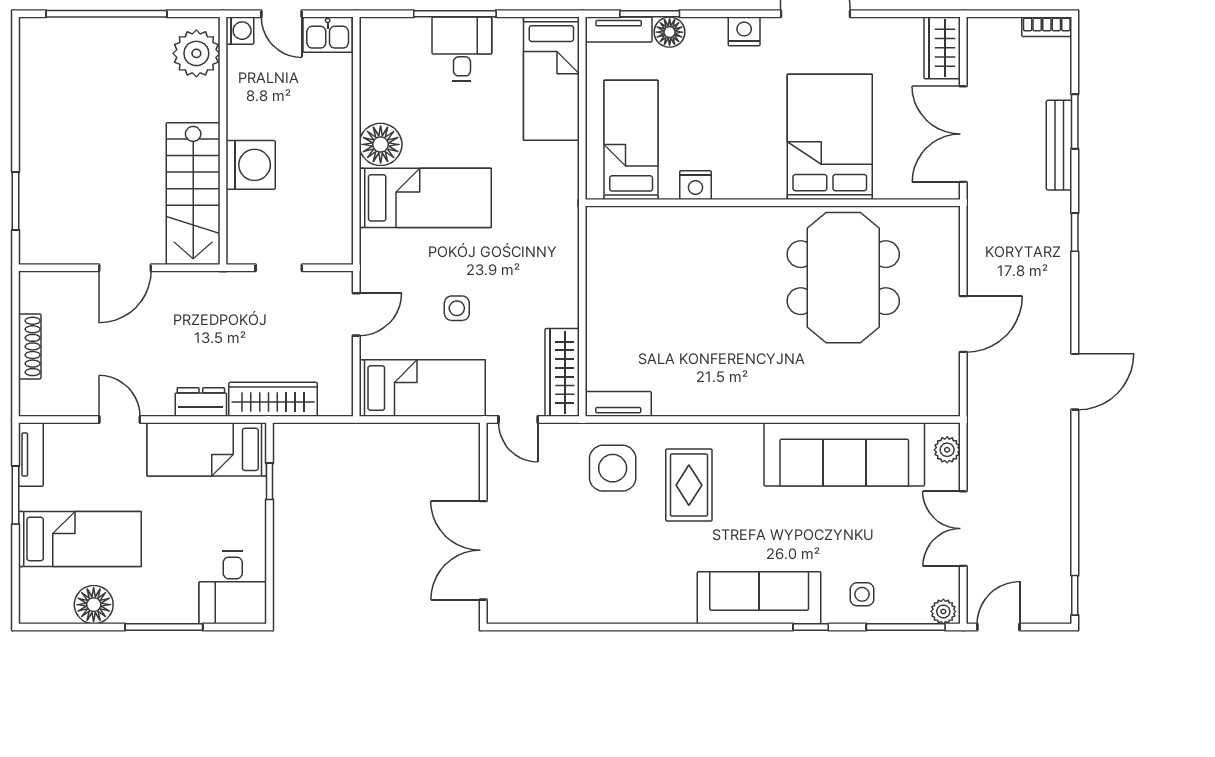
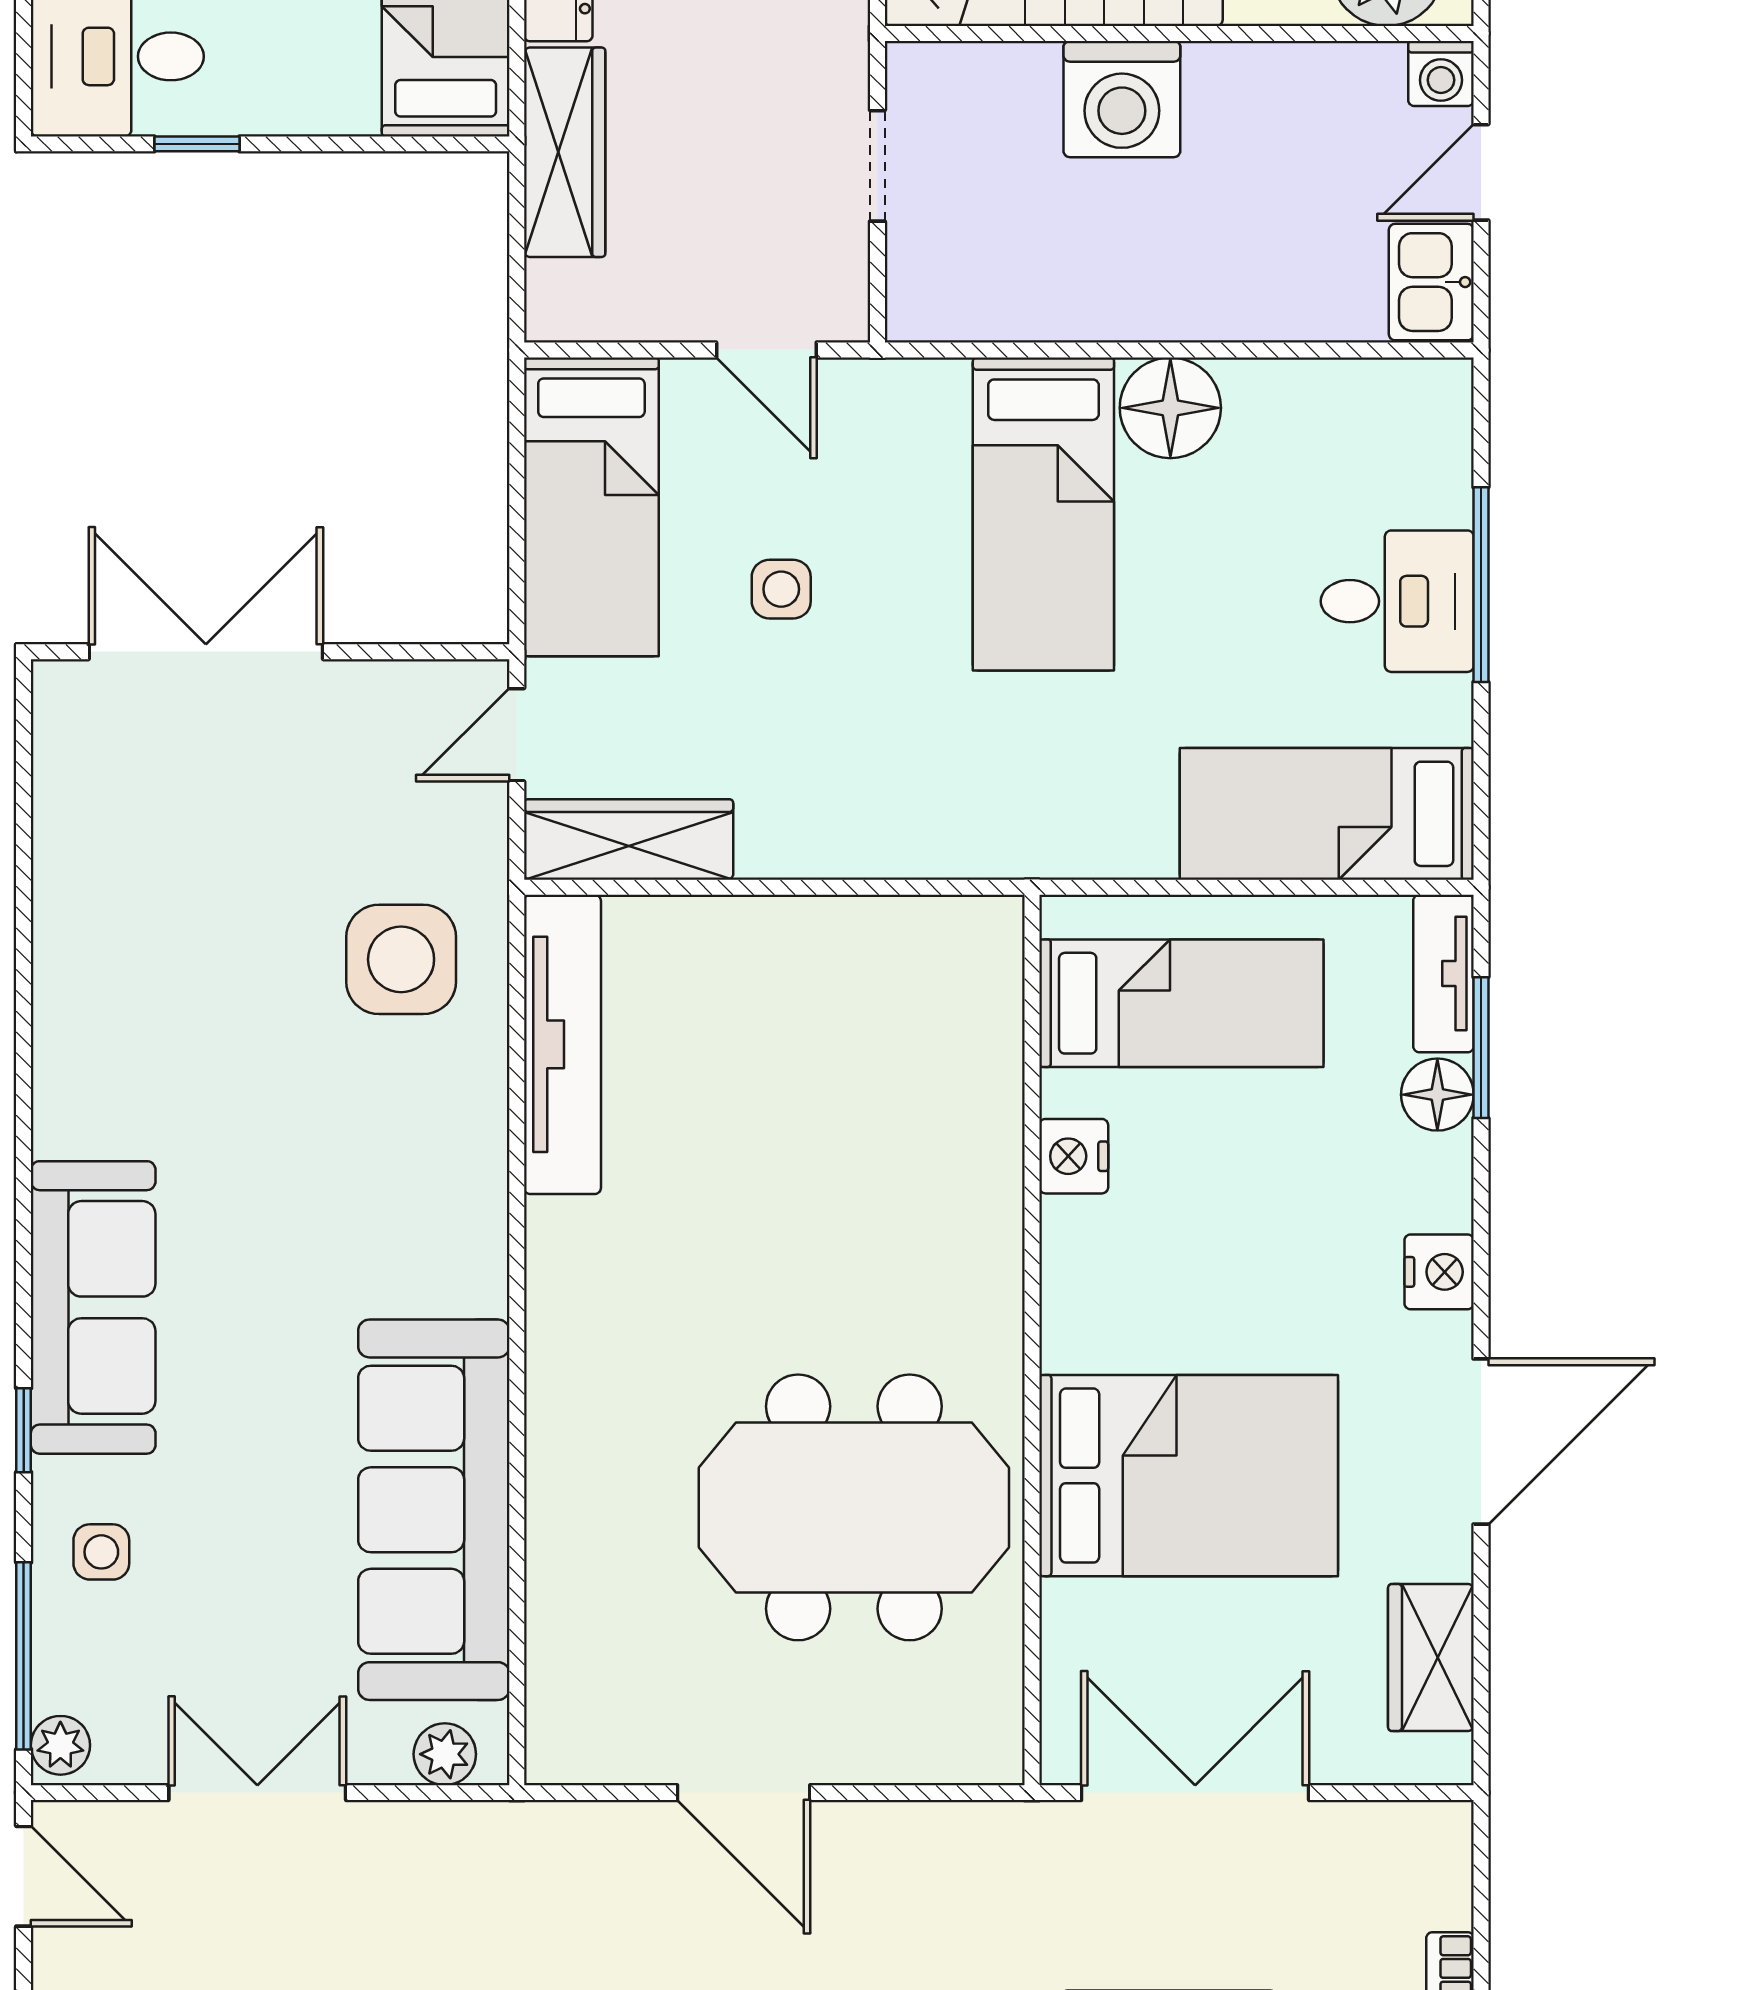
wardrobe: (942, 48) -> (1431, 1657), moved, turned -90
tv unit: (618, 404) -> (562, 1044), width x1.92, depth x1.29
window: (269, 481) -> (197, 144), moved
rug: (689, 485) -> (361, 1141), removed

